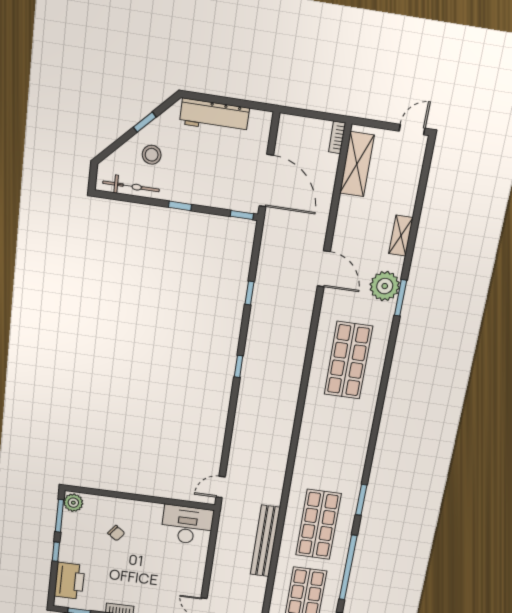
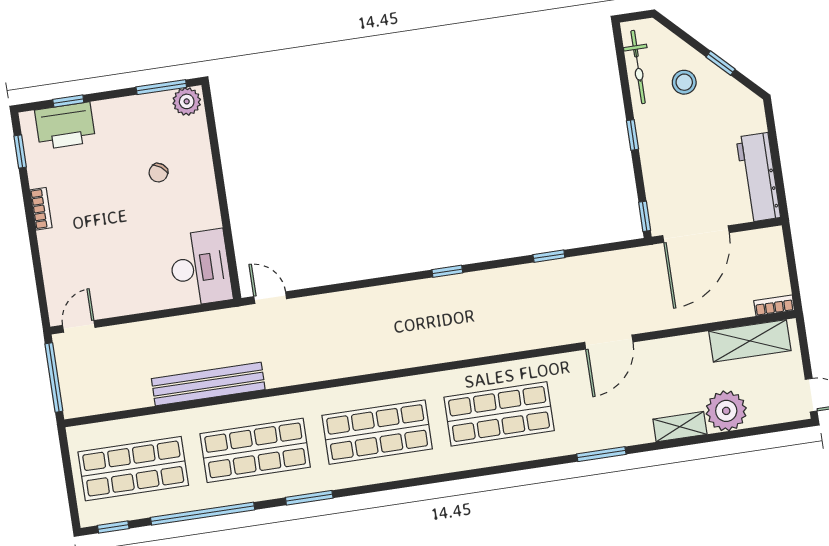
workbench: (214, 116) -> (758, 177), moved
plant: (385, 286) -> (726, 411), moved
shop shelf: (333, 445) -> (377, 432), added
window: (56, 552) -> (68, 101), moved

